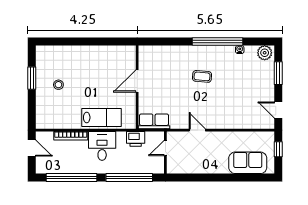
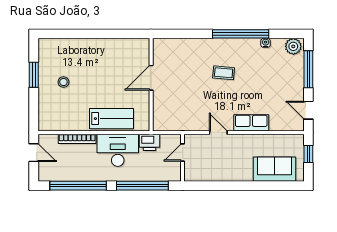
window: (278, 73) -> (308, 69), width x1.44
row of seats: (154, 121) -> (251, 123), moved
desk: (102, 146) -> (118, 150), width x1.37

